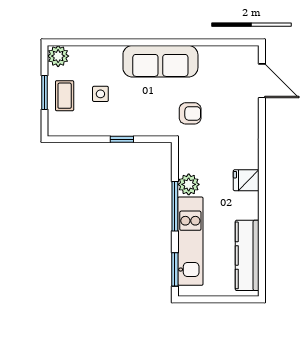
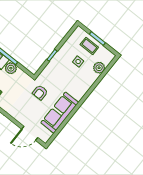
plant: (58, 56) -> (99, 68), moved
sofa: (160, 61) -> (60, 113), moved

